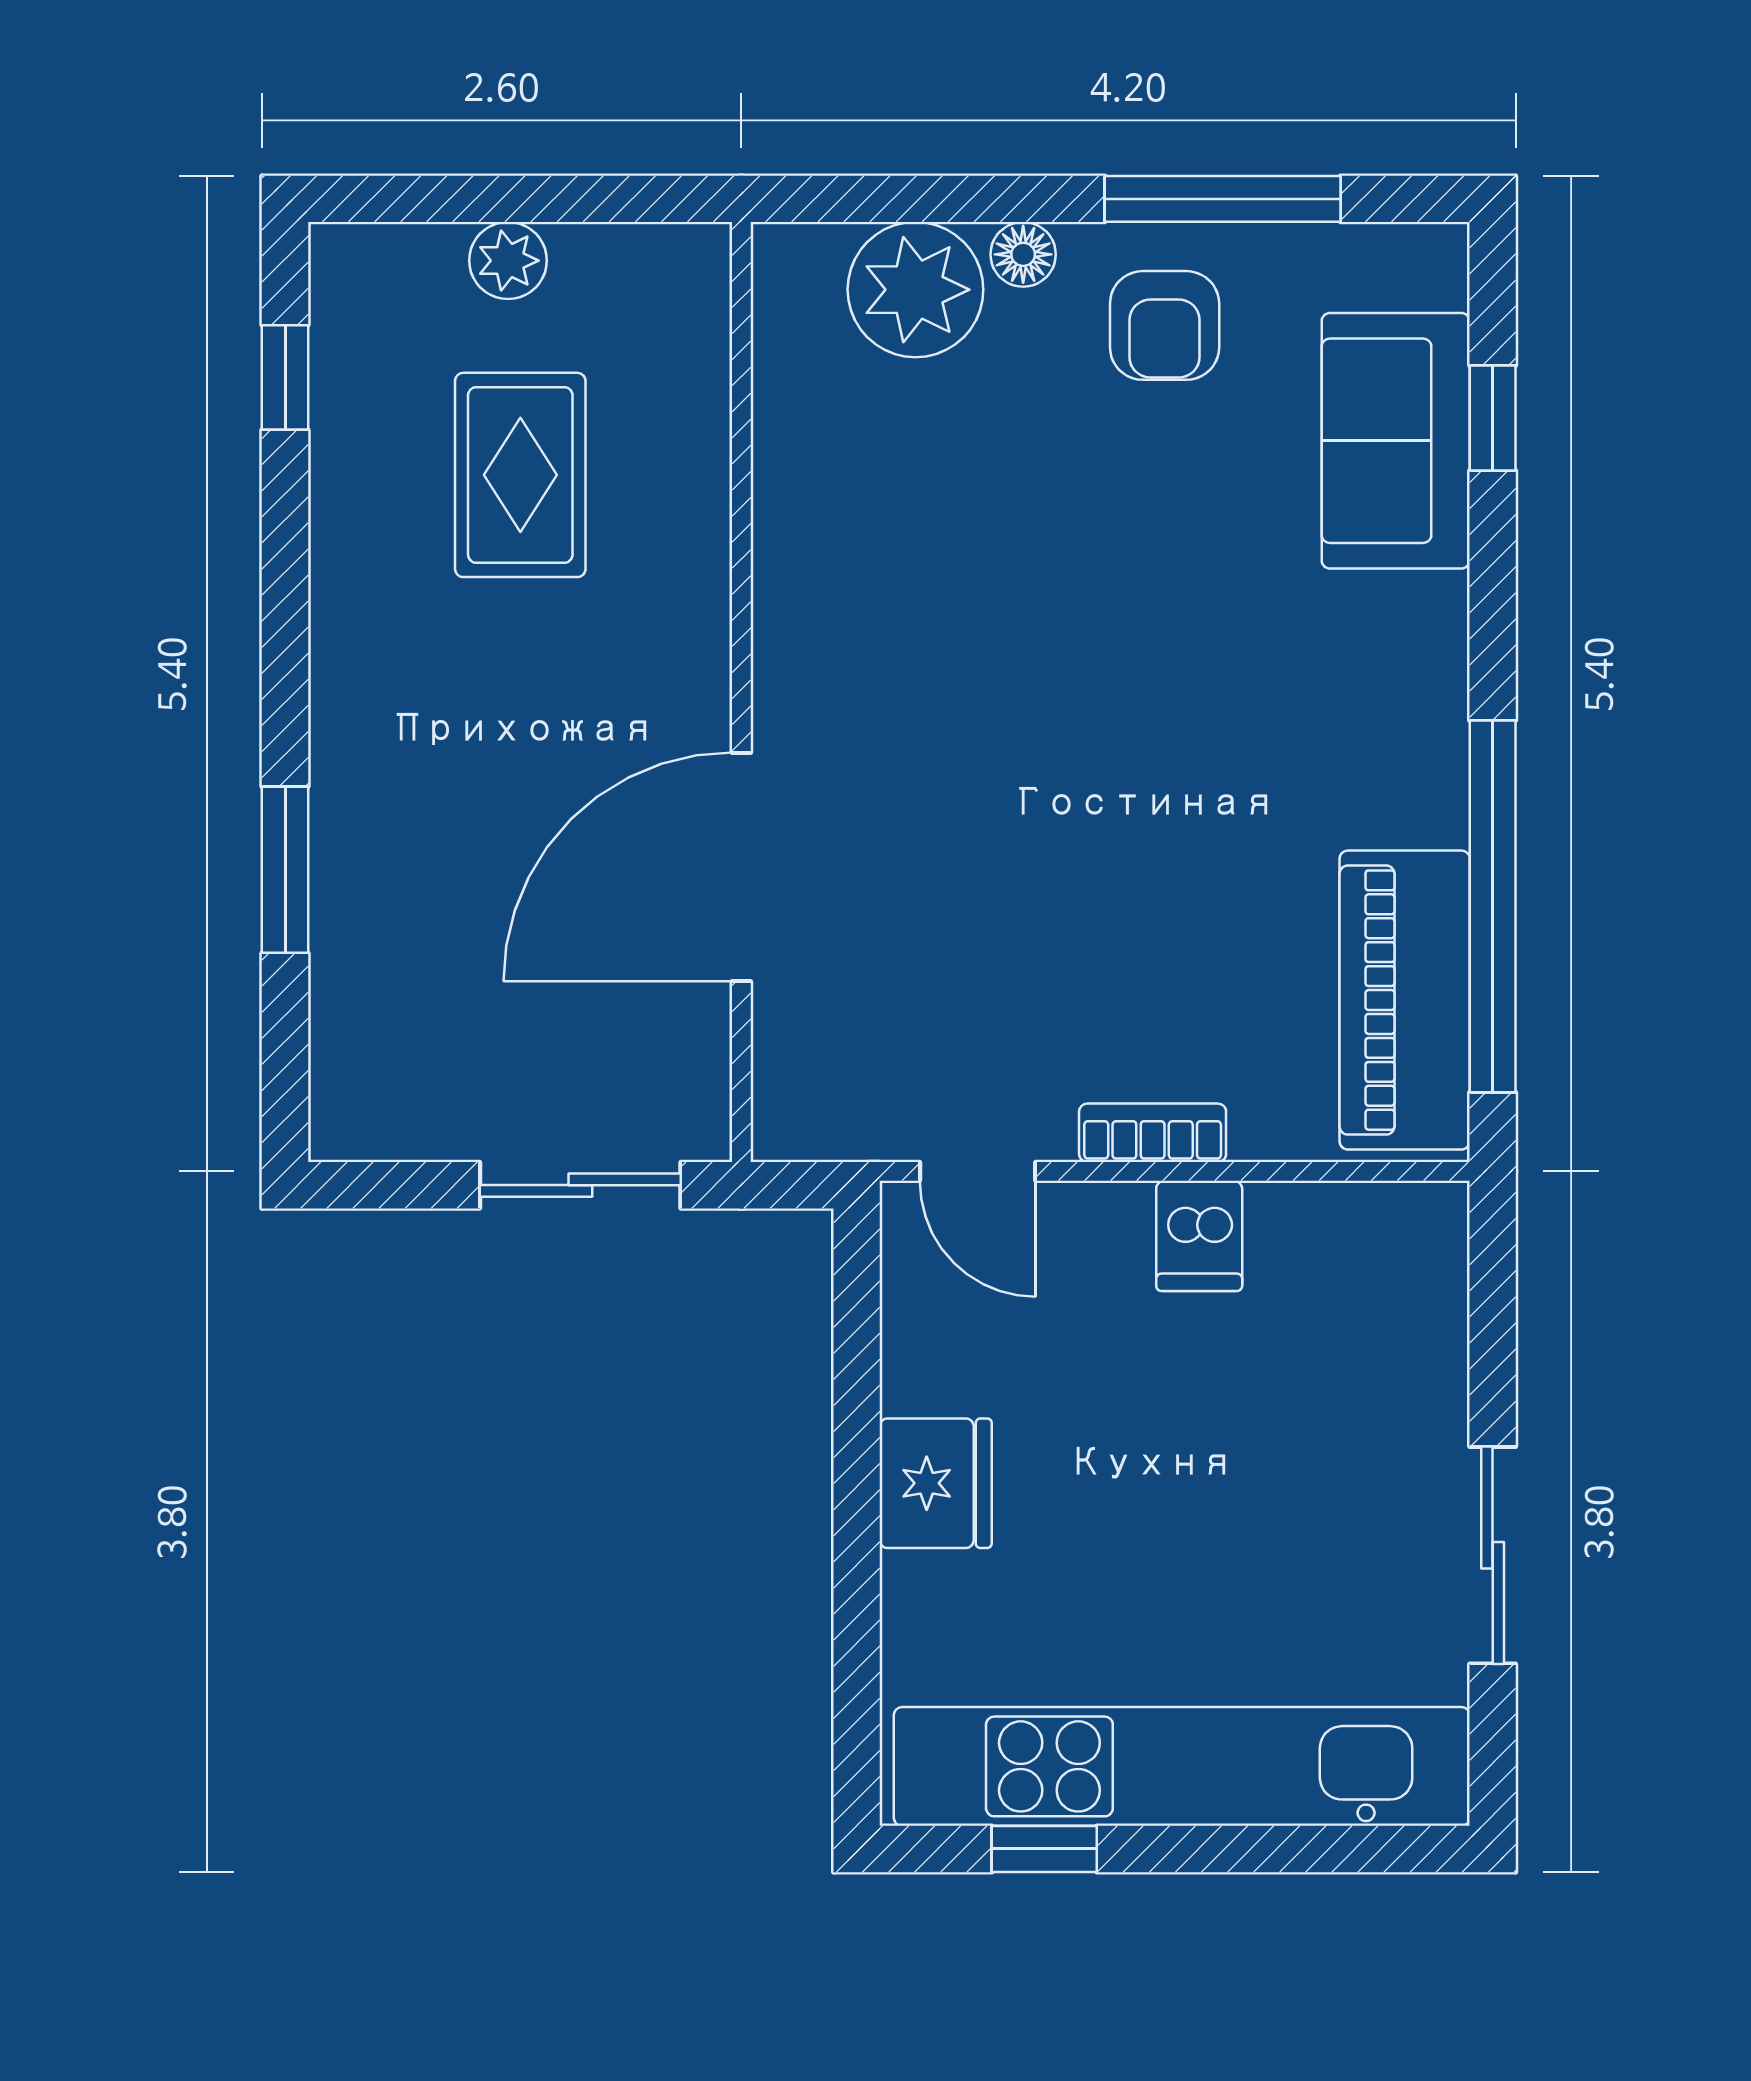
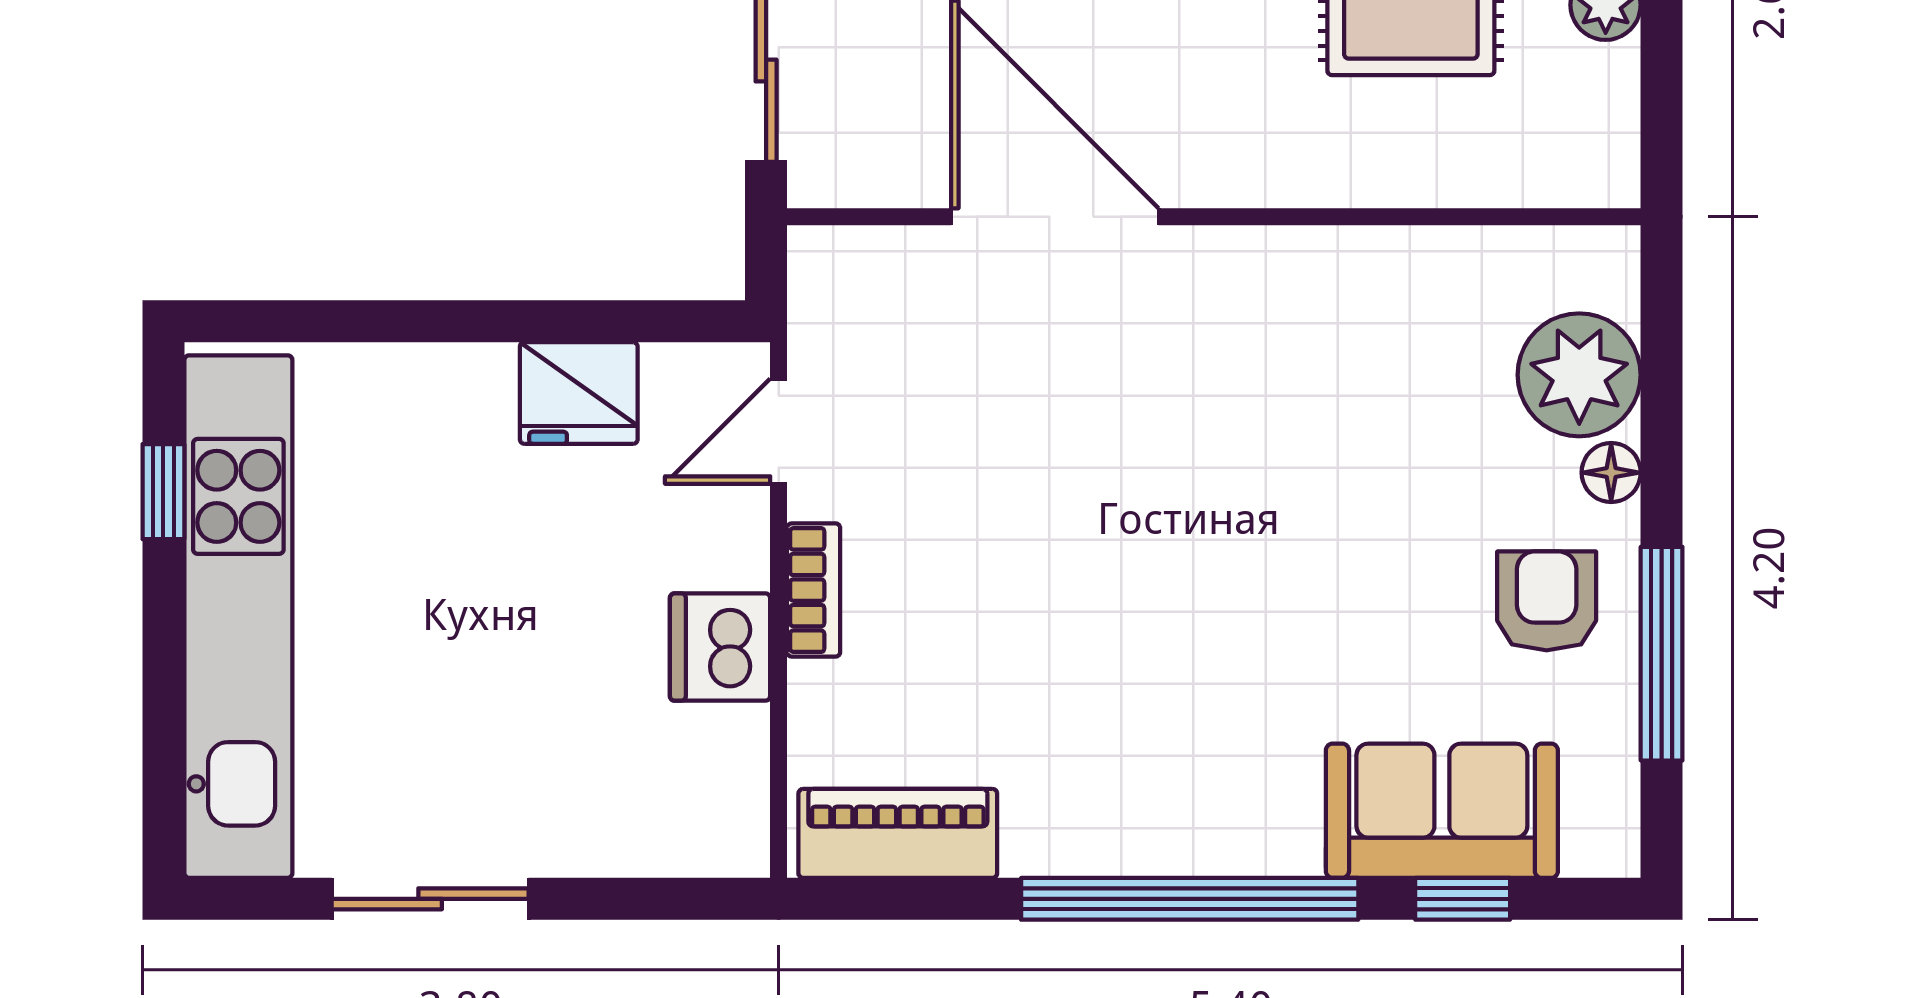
armchair: (1165, 325) -> (1547, 601), turned 90
window: (1493, 906) -> (1190, 899), moved
piano: (1405, 1000) -> (898, 833), width x0.73, depth x0.75
dishwasher: (1199, 1236) -> (720, 647), width x1.38
fridge: (936, 1483) -> (579, 393), moved

